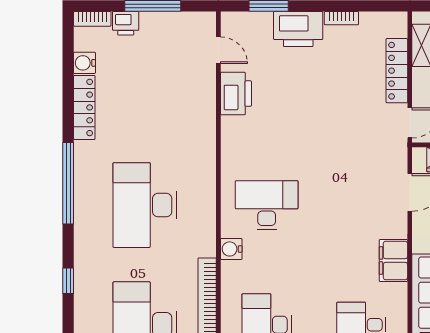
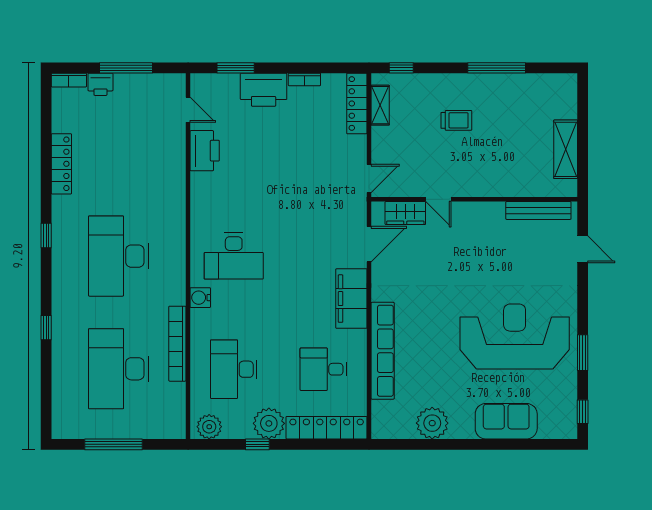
water cooler: (84, 63) -> (62, 122), removed
locker: (397, 71) -> (357, 103), moved
window: (68, 183) -> (46, 235), width x0.32
desk: (267, 205) -> (234, 256), turned 180
filing cabinet: (393, 261) -> (351, 299), width x1.50, depth x1.17

